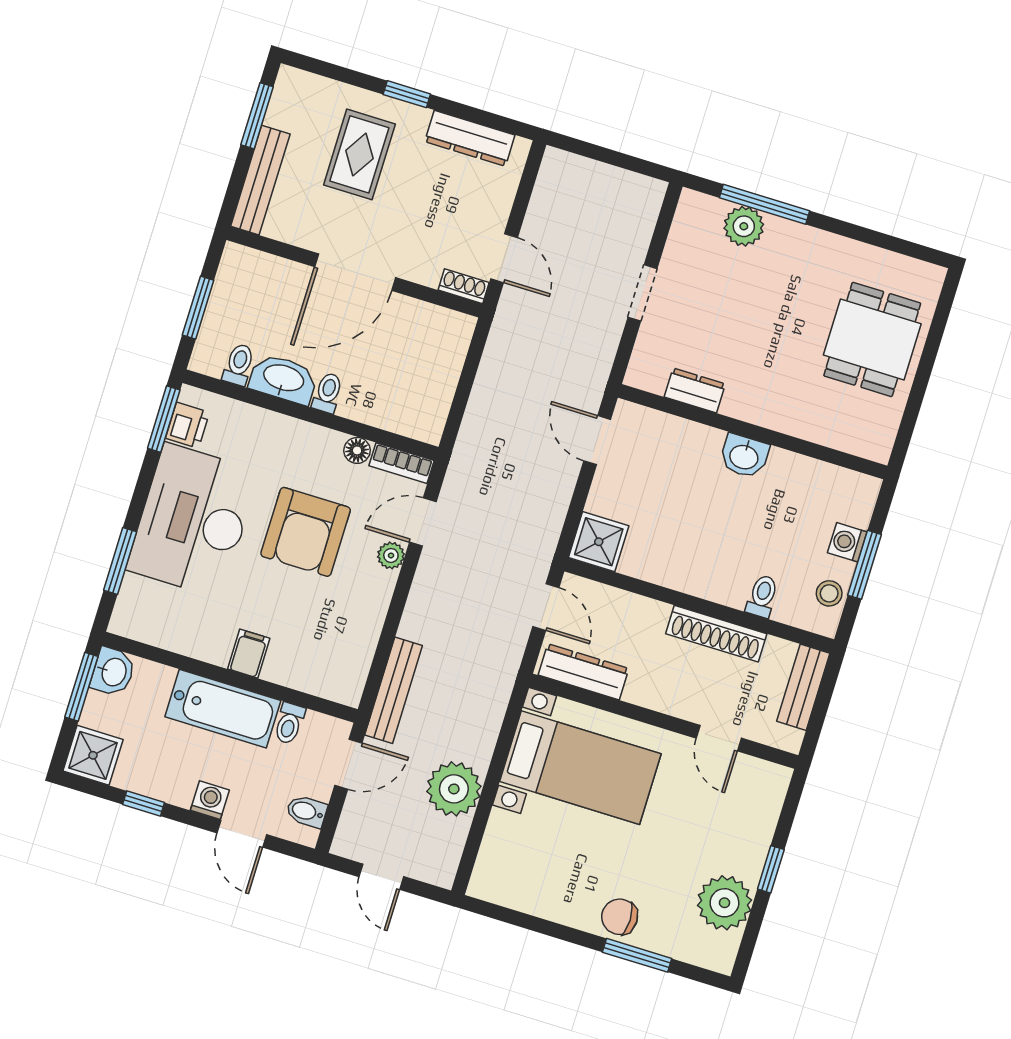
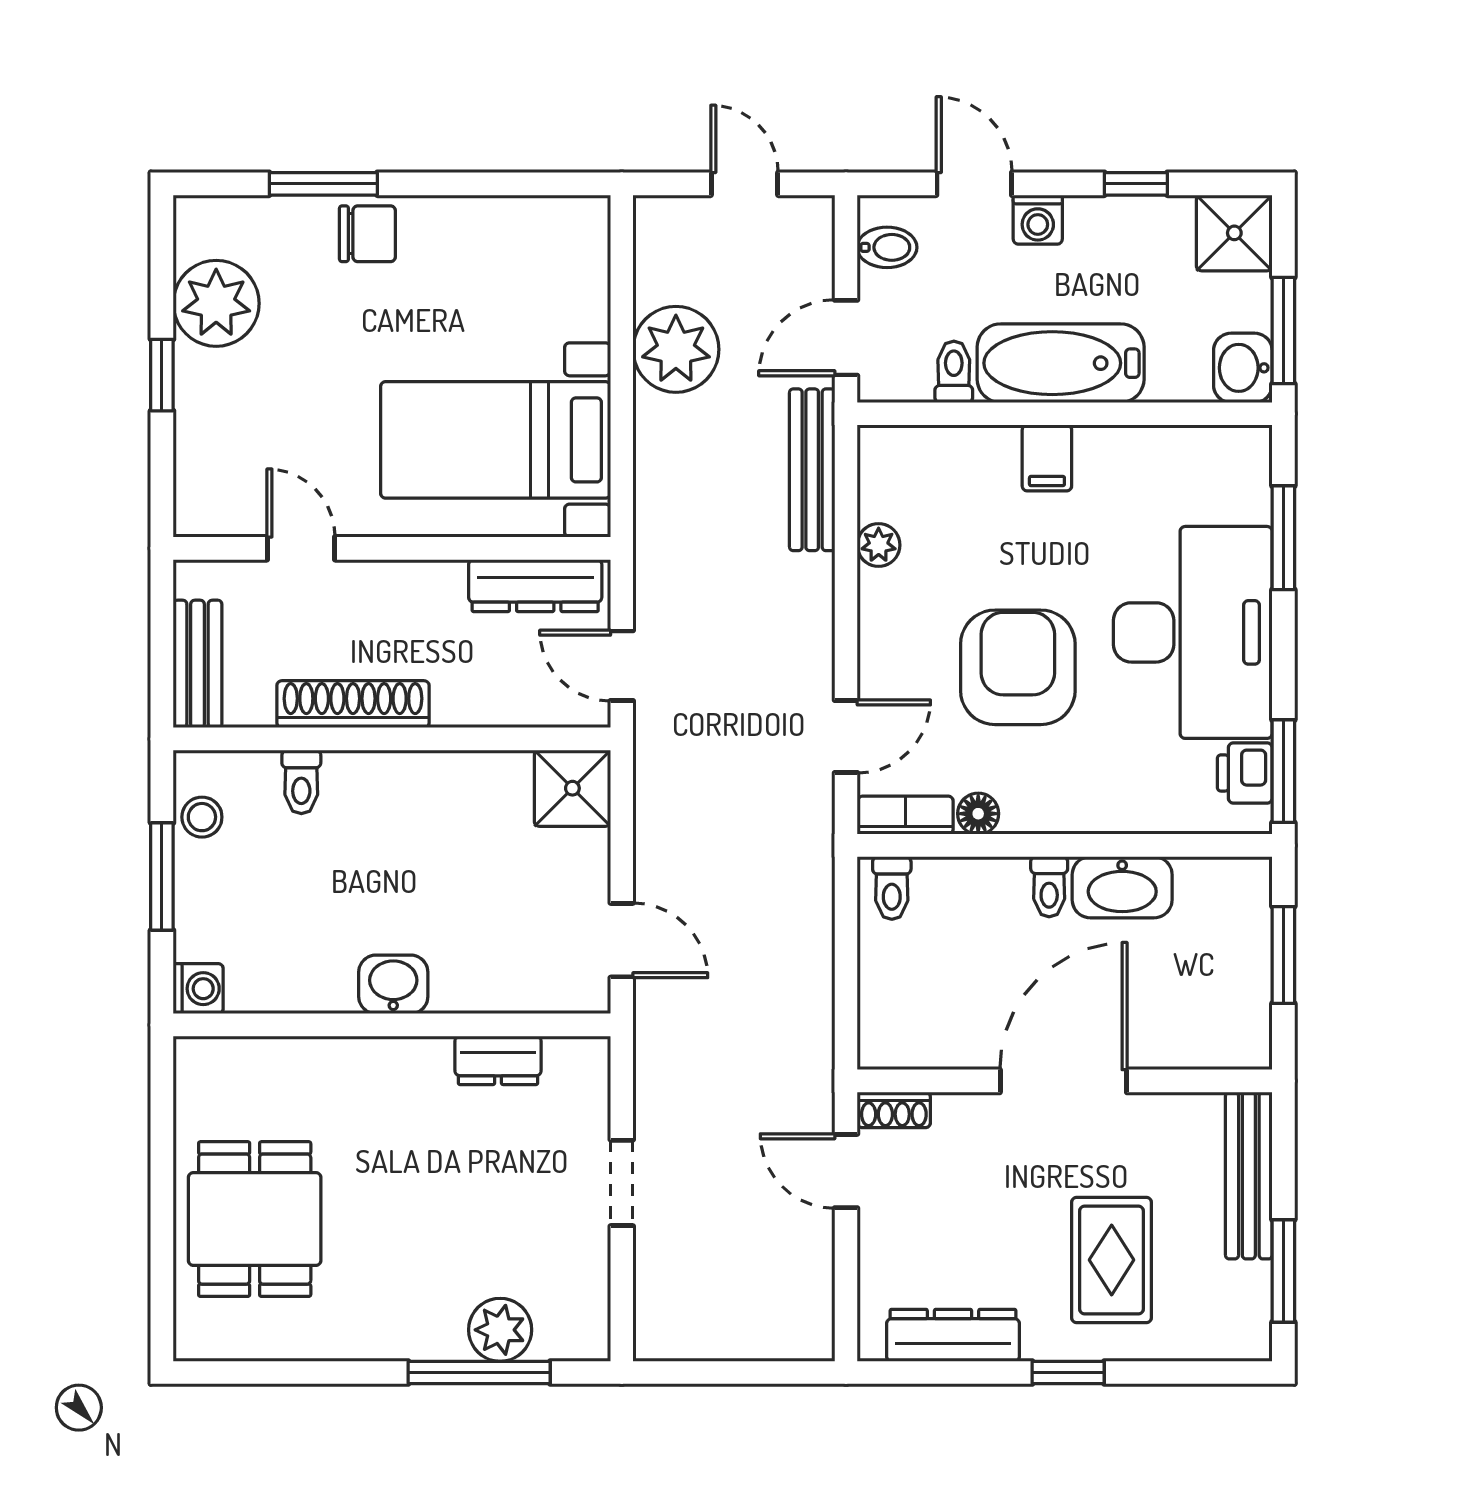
toilet: (239, 365) -> (892, 888), moved
washing machine: (847, 542) -> (198, 989), moved
plant: (391, 555) -> (879, 545), moved

